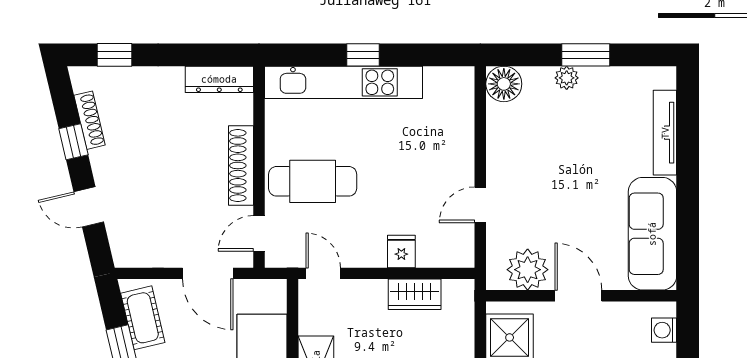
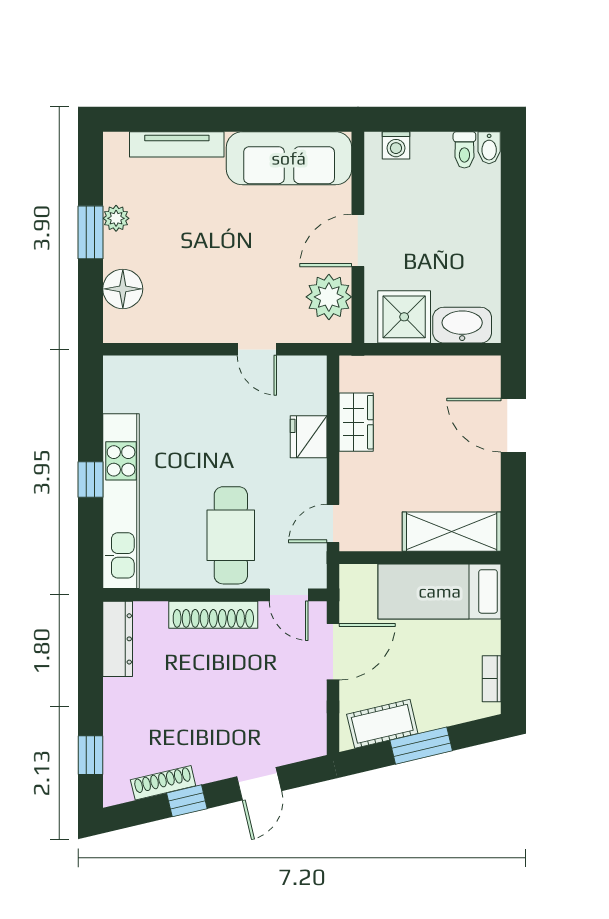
plant: (567, 78) -> (116, 218), moved
floor lamp: (504, 84) -> (123, 289), moved
fridge: (401, 251) -> (309, 437), width x1.38

